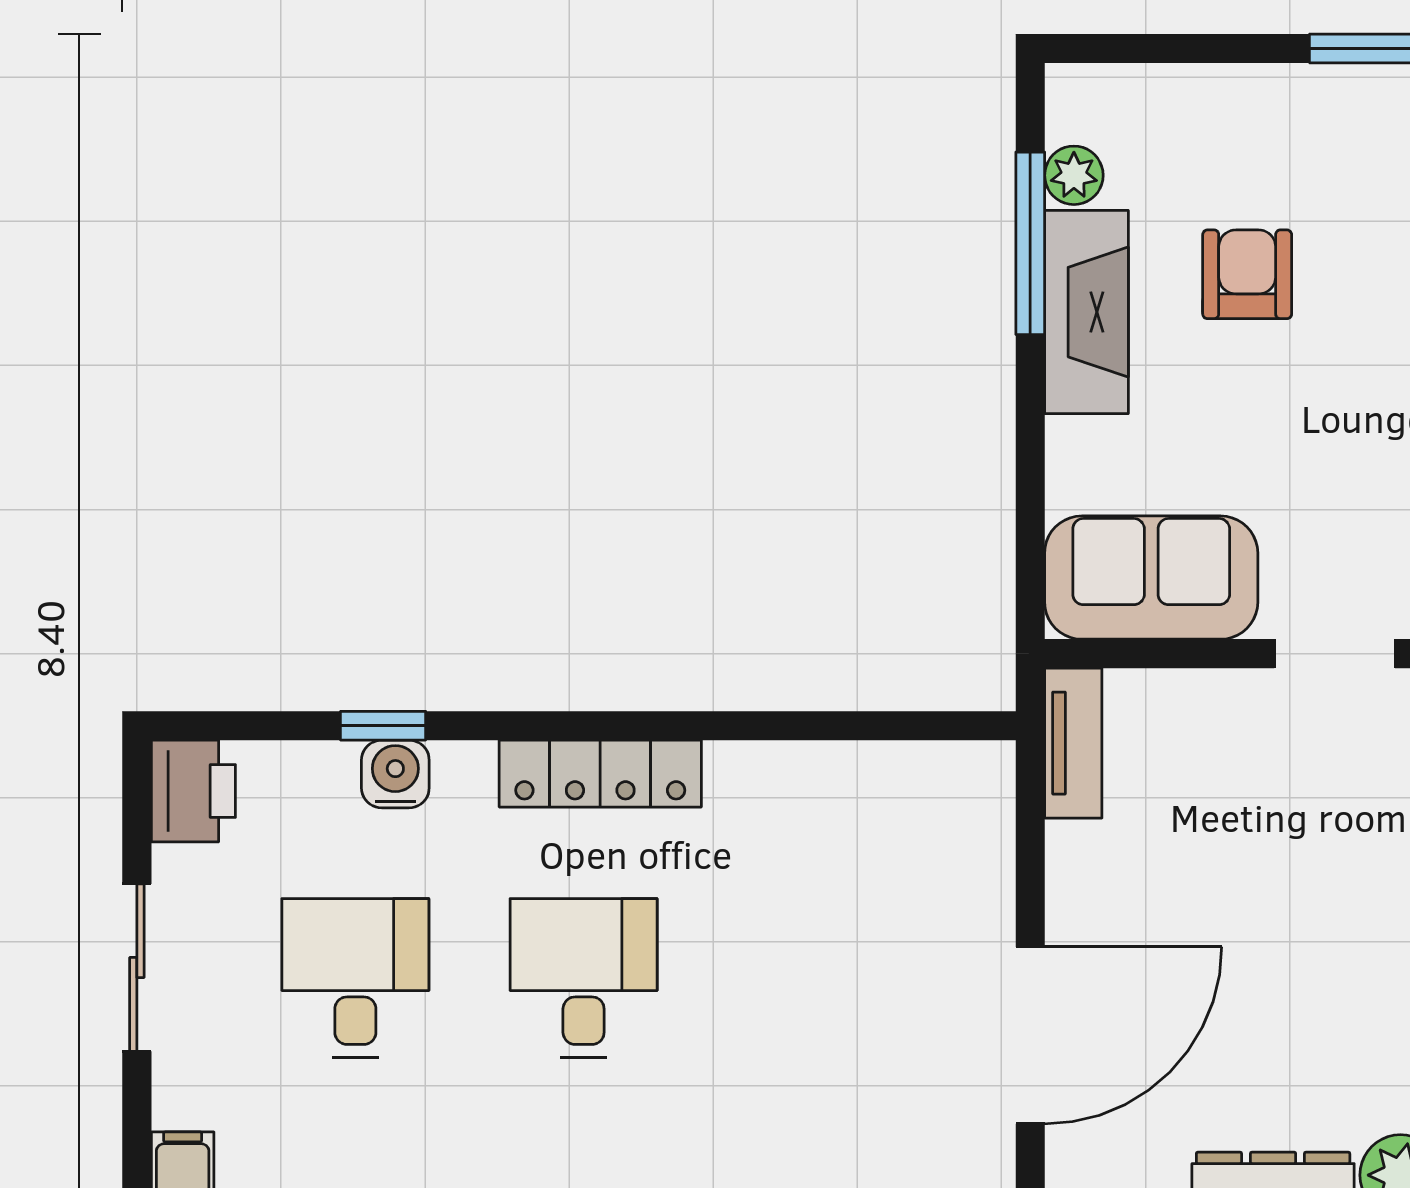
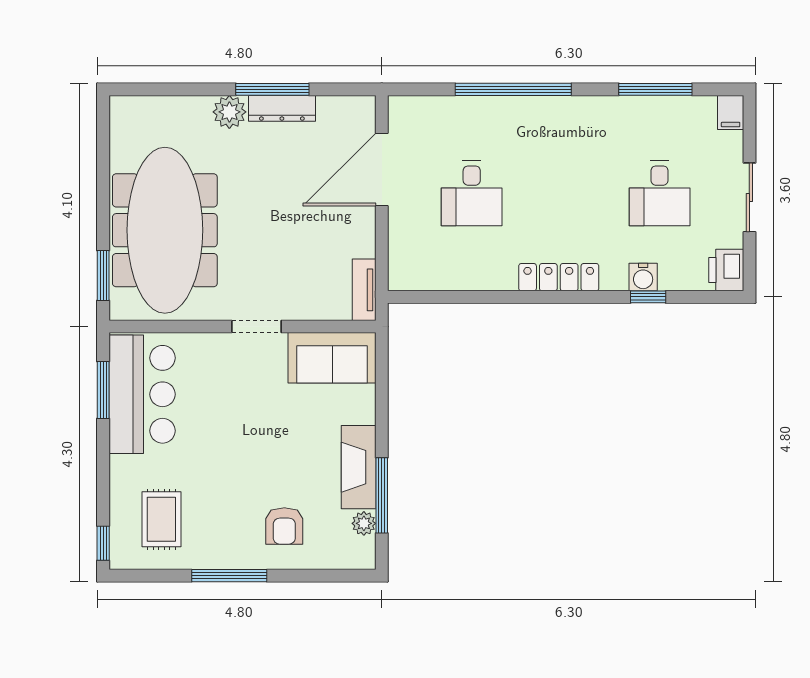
armchair: (1247, 274) -> (284, 526), moved
desk: (584, 978) -> (472, 193), moved

